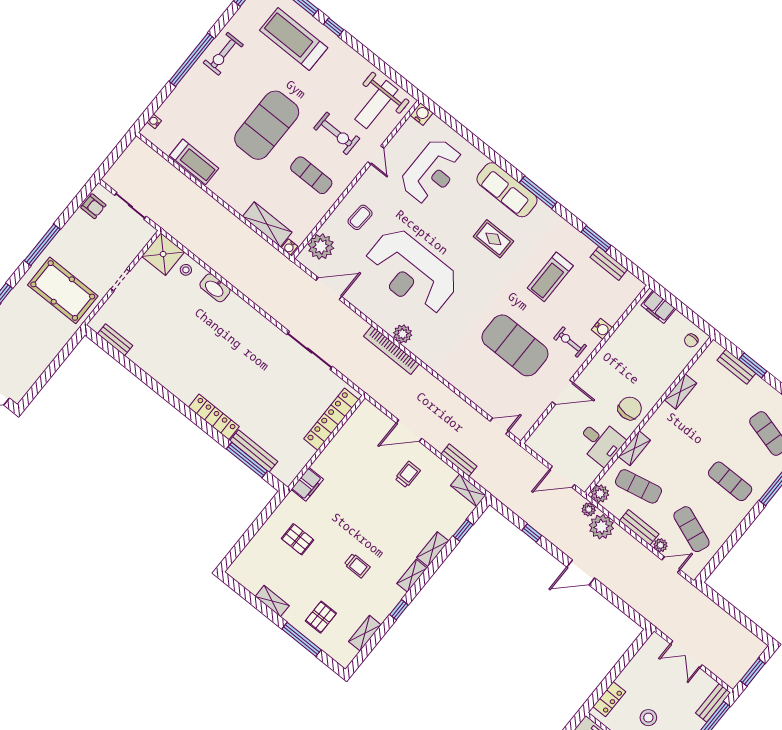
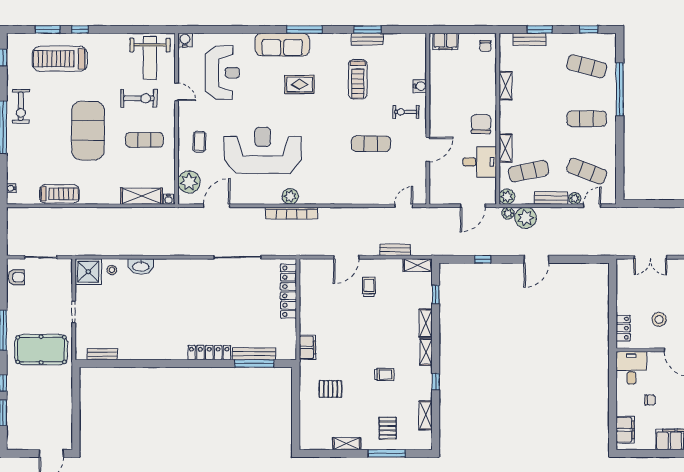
bench: (609, 263) -> (367, 39), moved
reception desk: (411, 272) -> (263, 150), turned 180
exercise mat: (515, 345) -> (371, 144), width x0.50, depth x0.69

